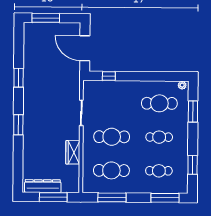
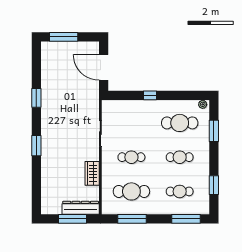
window: (109, 76) -> (150, 95), moved
cafe table: (112, 137) -> (131, 157), width x0.73, depth x0.74
dresser: (43, 186) -> (81, 208), moved

